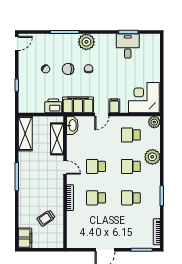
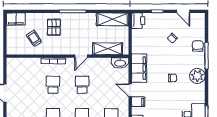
door: (17, 43) -> (183, 11), moved
chair: (68, 69) -> (198, 46), moved
printer: (53, 106) -> (138, 21), moved
pallet: (34, 197) -> (54, 27), added

